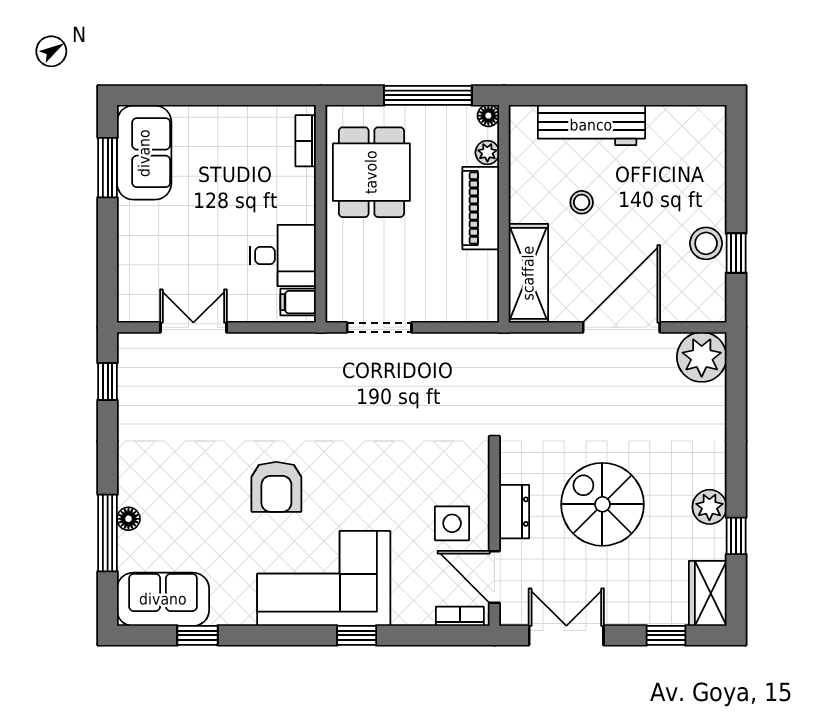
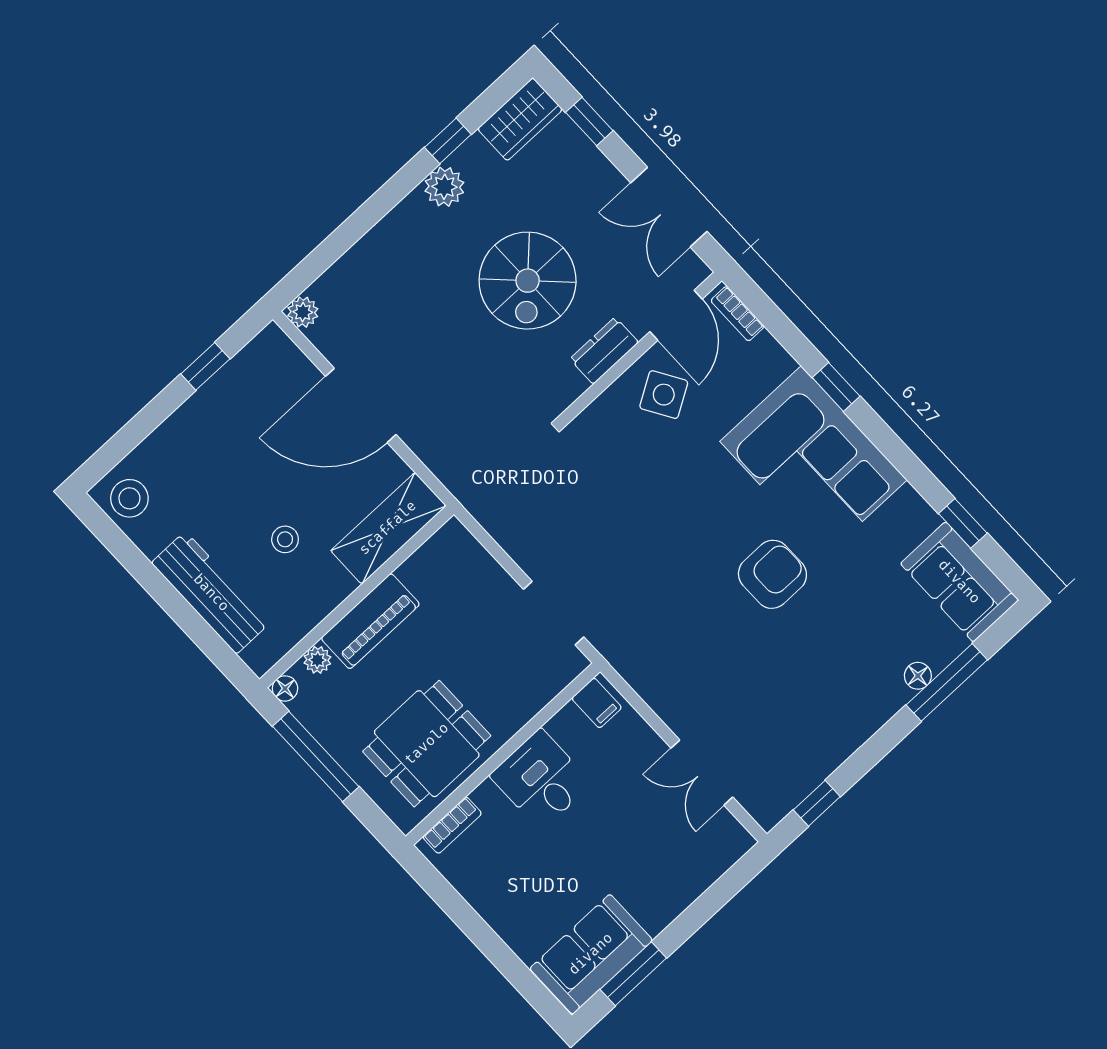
stool: (706, 243) -> (129, 498), moved
desk: (283, 255) -> (541, 779), moved
plant: (702, 357) -> (303, 312), width x0.53, depth x0.53
side table: (452, 523) -> (664, 395), turned -31

